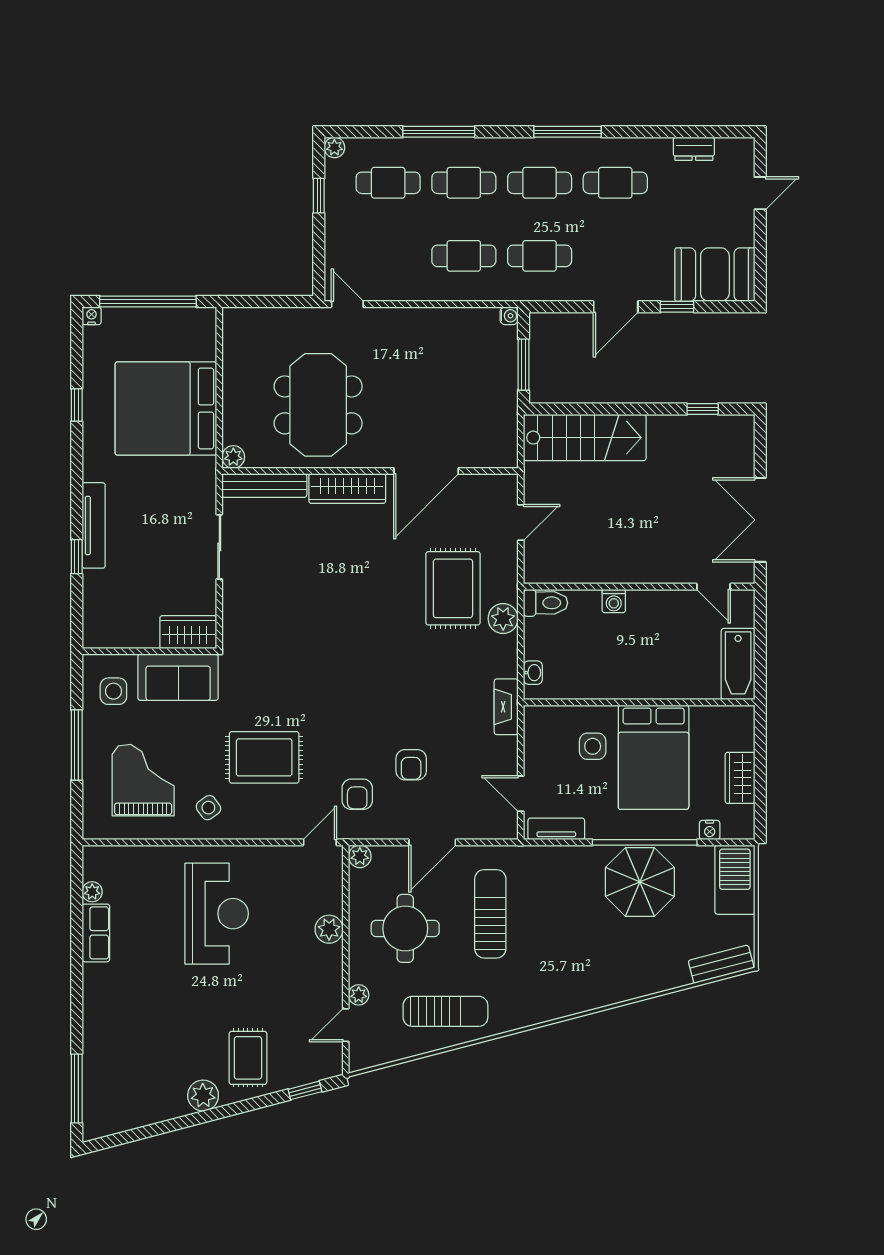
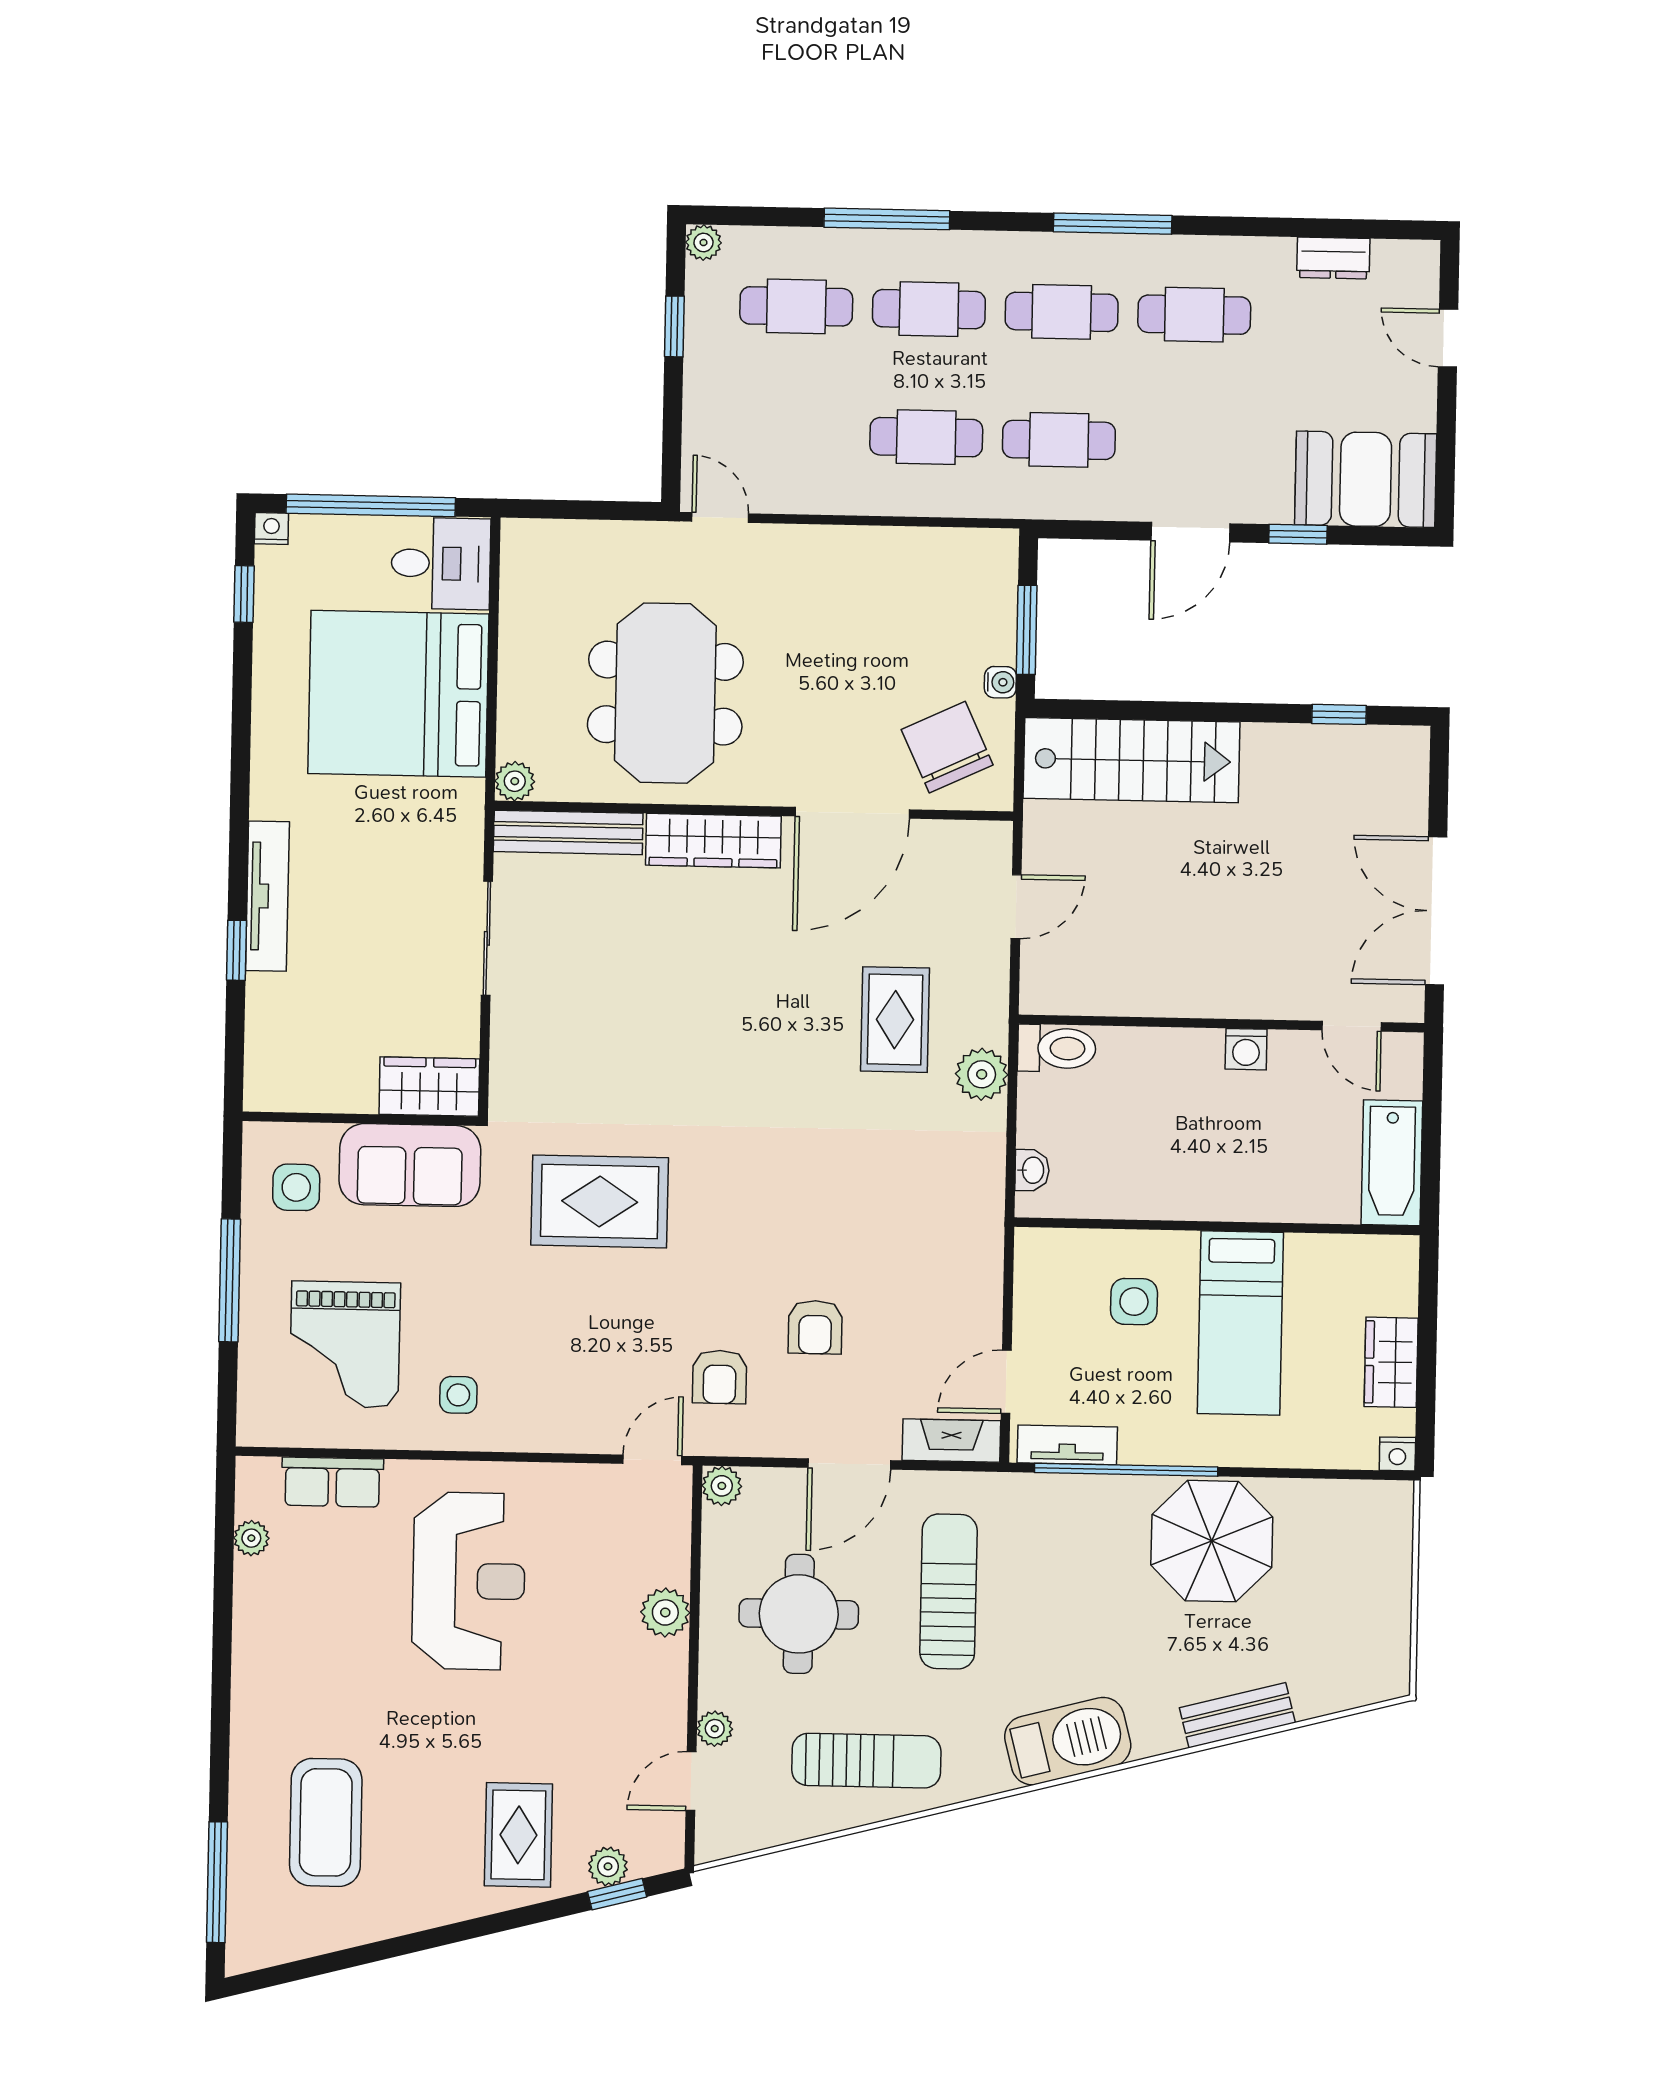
door: (760, 193) -> (1448, 338), swing flipped
water cooler: (509, 316) -> (1000, 682), moved
desk: (189, 334) -> (441, 563), added
window: (77, 405) -> (244, 594), moved
chair: (479, 432) -> (947, 747), added
rug: (453, 588) -> (895, 1020), width x0.73, depth x0.70
washing machine: (614, 601) -> (1246, 1049), moved
fireplace: (506, 707) -> (951, 1441), moved, turned 90
rug: (264, 757) -> (600, 1201), moved
bed: (654, 757) -> (1240, 1323), width x0.67
grand piano: (143, 780) -> (345, 1344), turned 180
door: (521, 794) -> (1006, 1382), hinge flipped
side table: (208, 808) -> (458, 1395), turned 36
nightstand: (710, 830) -> (1397, 1454), moved
window: (645, 842) -> (1126, 1470), moved
barbecue: (735, 880) -> (1068, 1741), moved, turned 75
row of seats: (96, 933) -> (332, 1482), moved, turned 90
bench: (721, 964) -> (1237, 1715), moved
coffee table: (138, 1053) -> (326, 1822), added
plant: (203, 1095) -> (608, 1866), moved, width x0.73, depth x0.73

